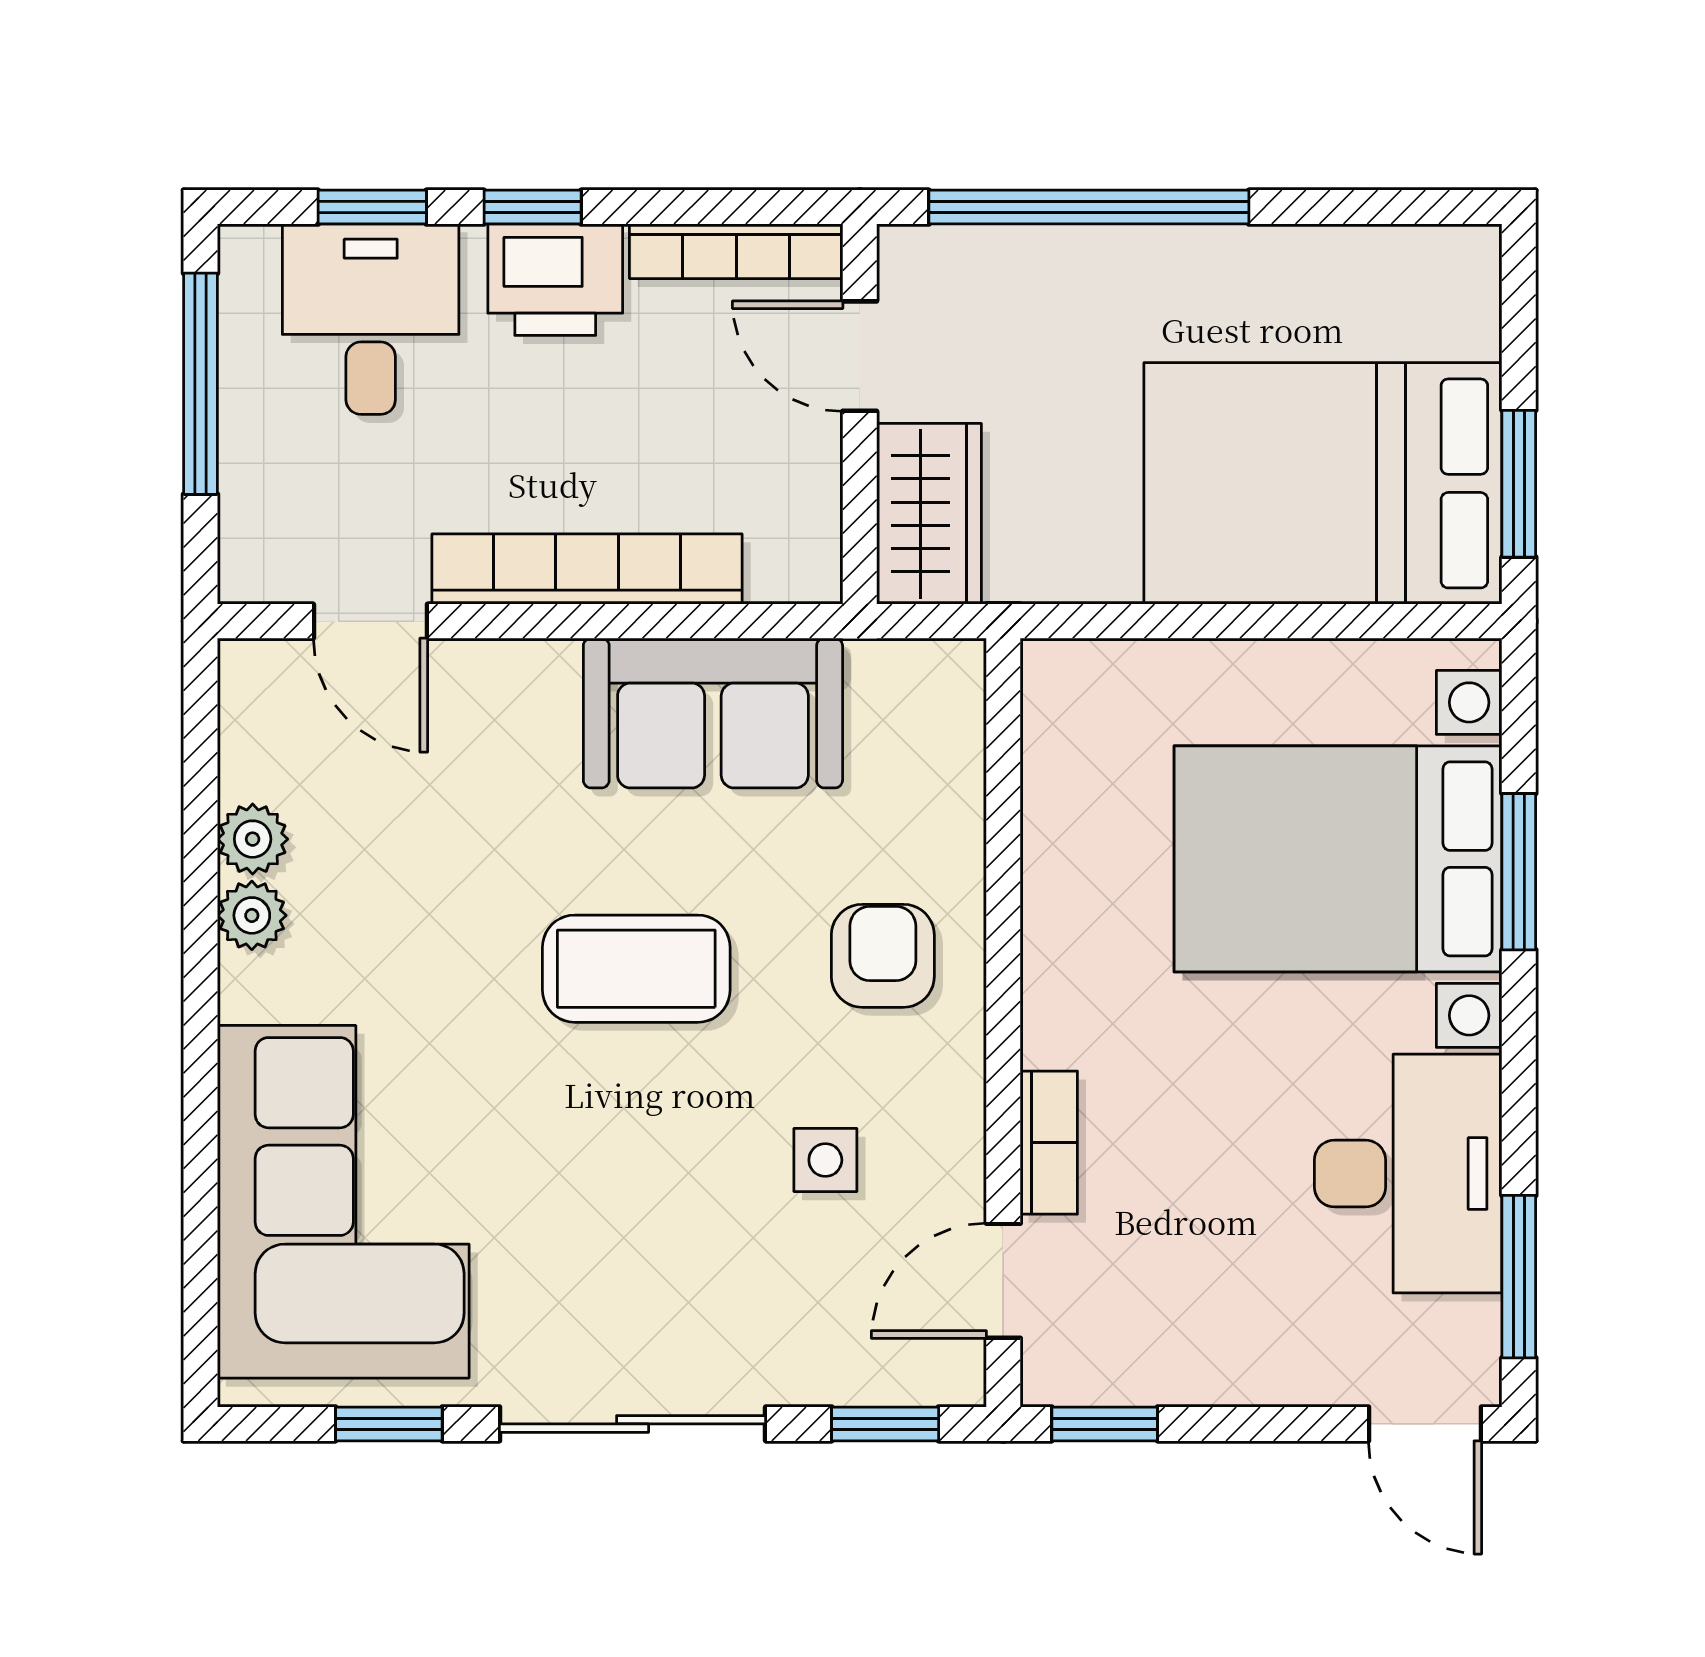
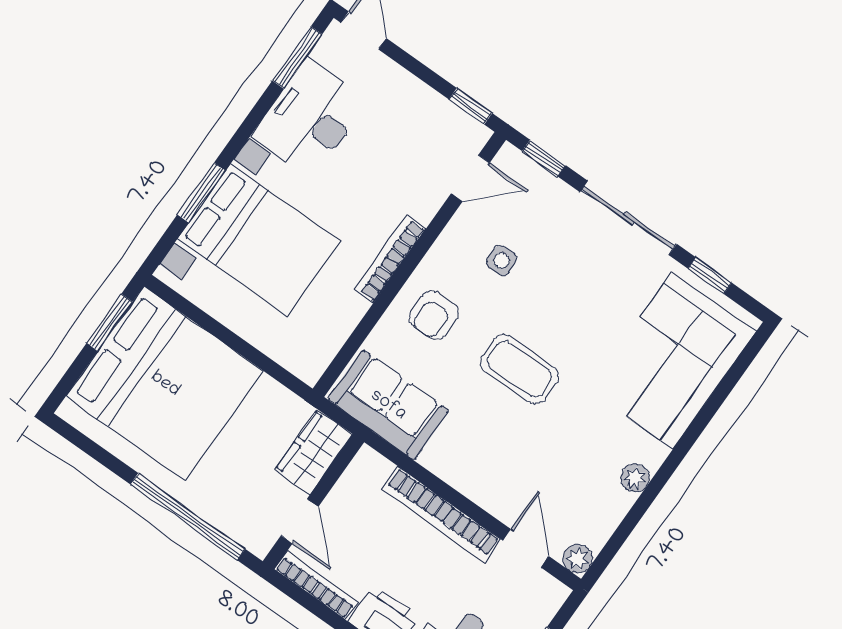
bed: (1323, 483) -> (165, 384), width x1.36
sofa: (713, 713) -> (388, 405), moved
plant: (253, 839) -> (578, 559), moved
bookcase: (1049, 1143) -> (390, 259), moved, width x1.56

